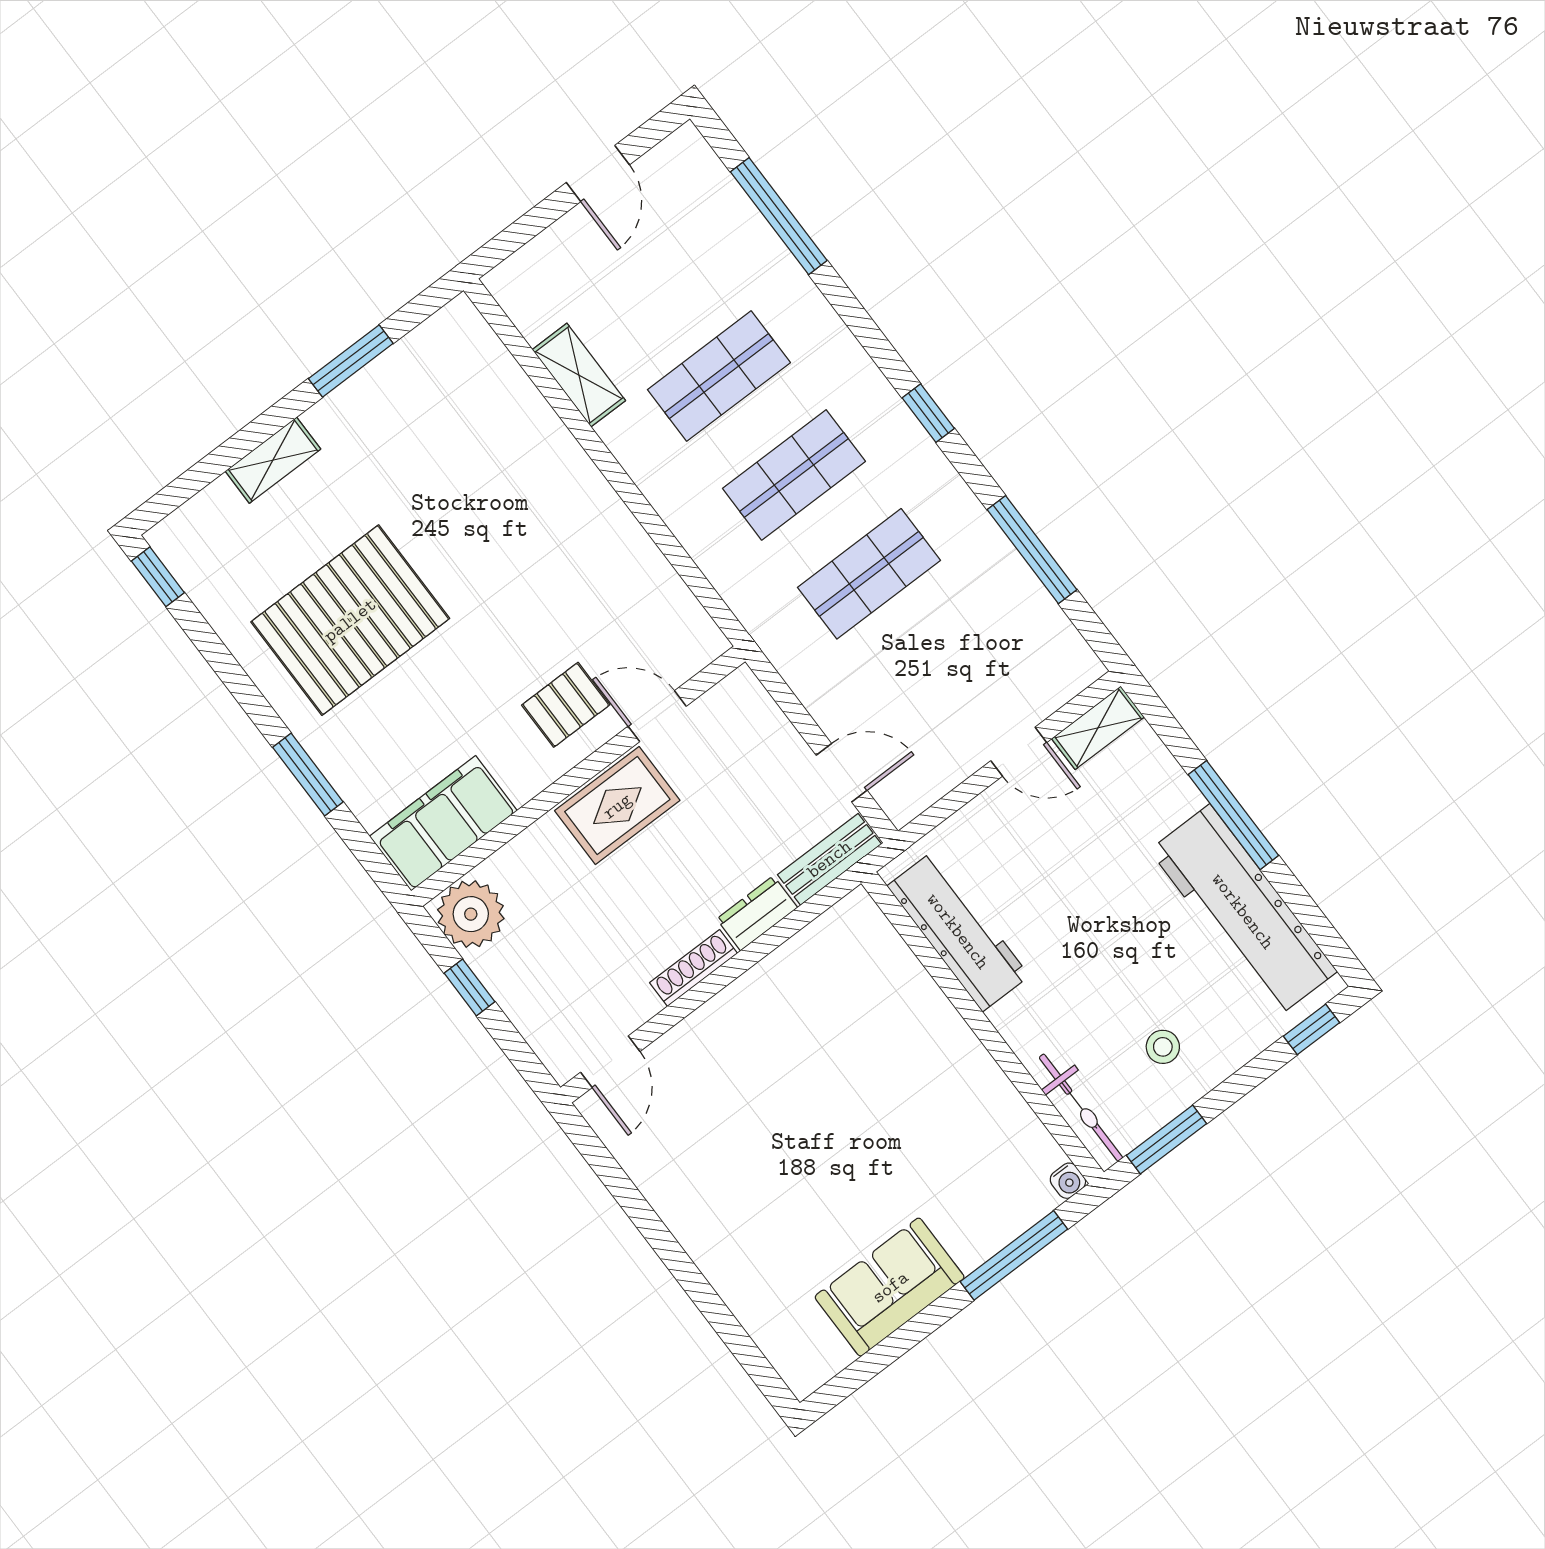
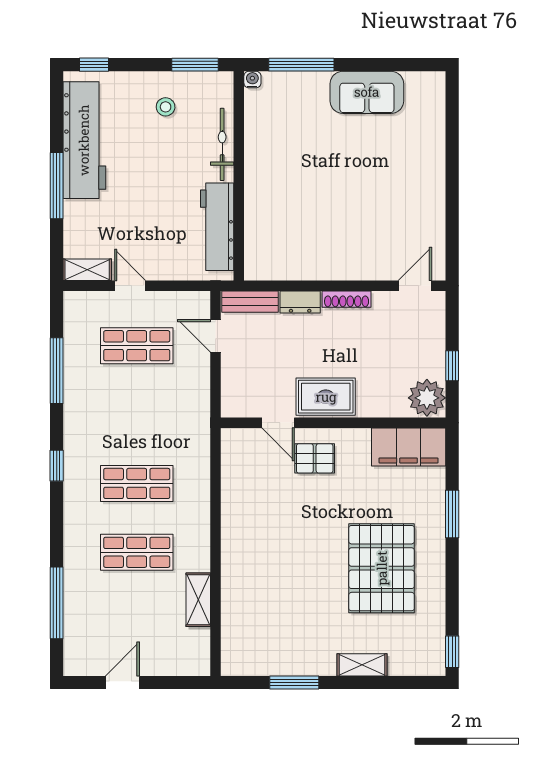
shop shelf: (869, 574) -> (137, 346), moved
pallet: (350, 620) -> (382, 568), turned 90
bicycle: (1081, 1108) -> (222, 144), moved

